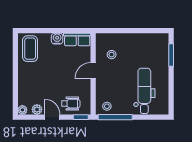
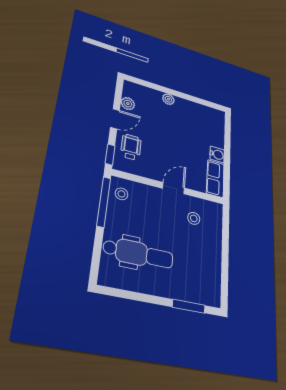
coffee table: (30, 49) -> (206, 120), removed
door: (93, 71) -> (174, 188), hinge flipped
wheelchair: (71, 104) -> (131, 147), turned 180
plant: (22, 110) -> (168, 99), moved

